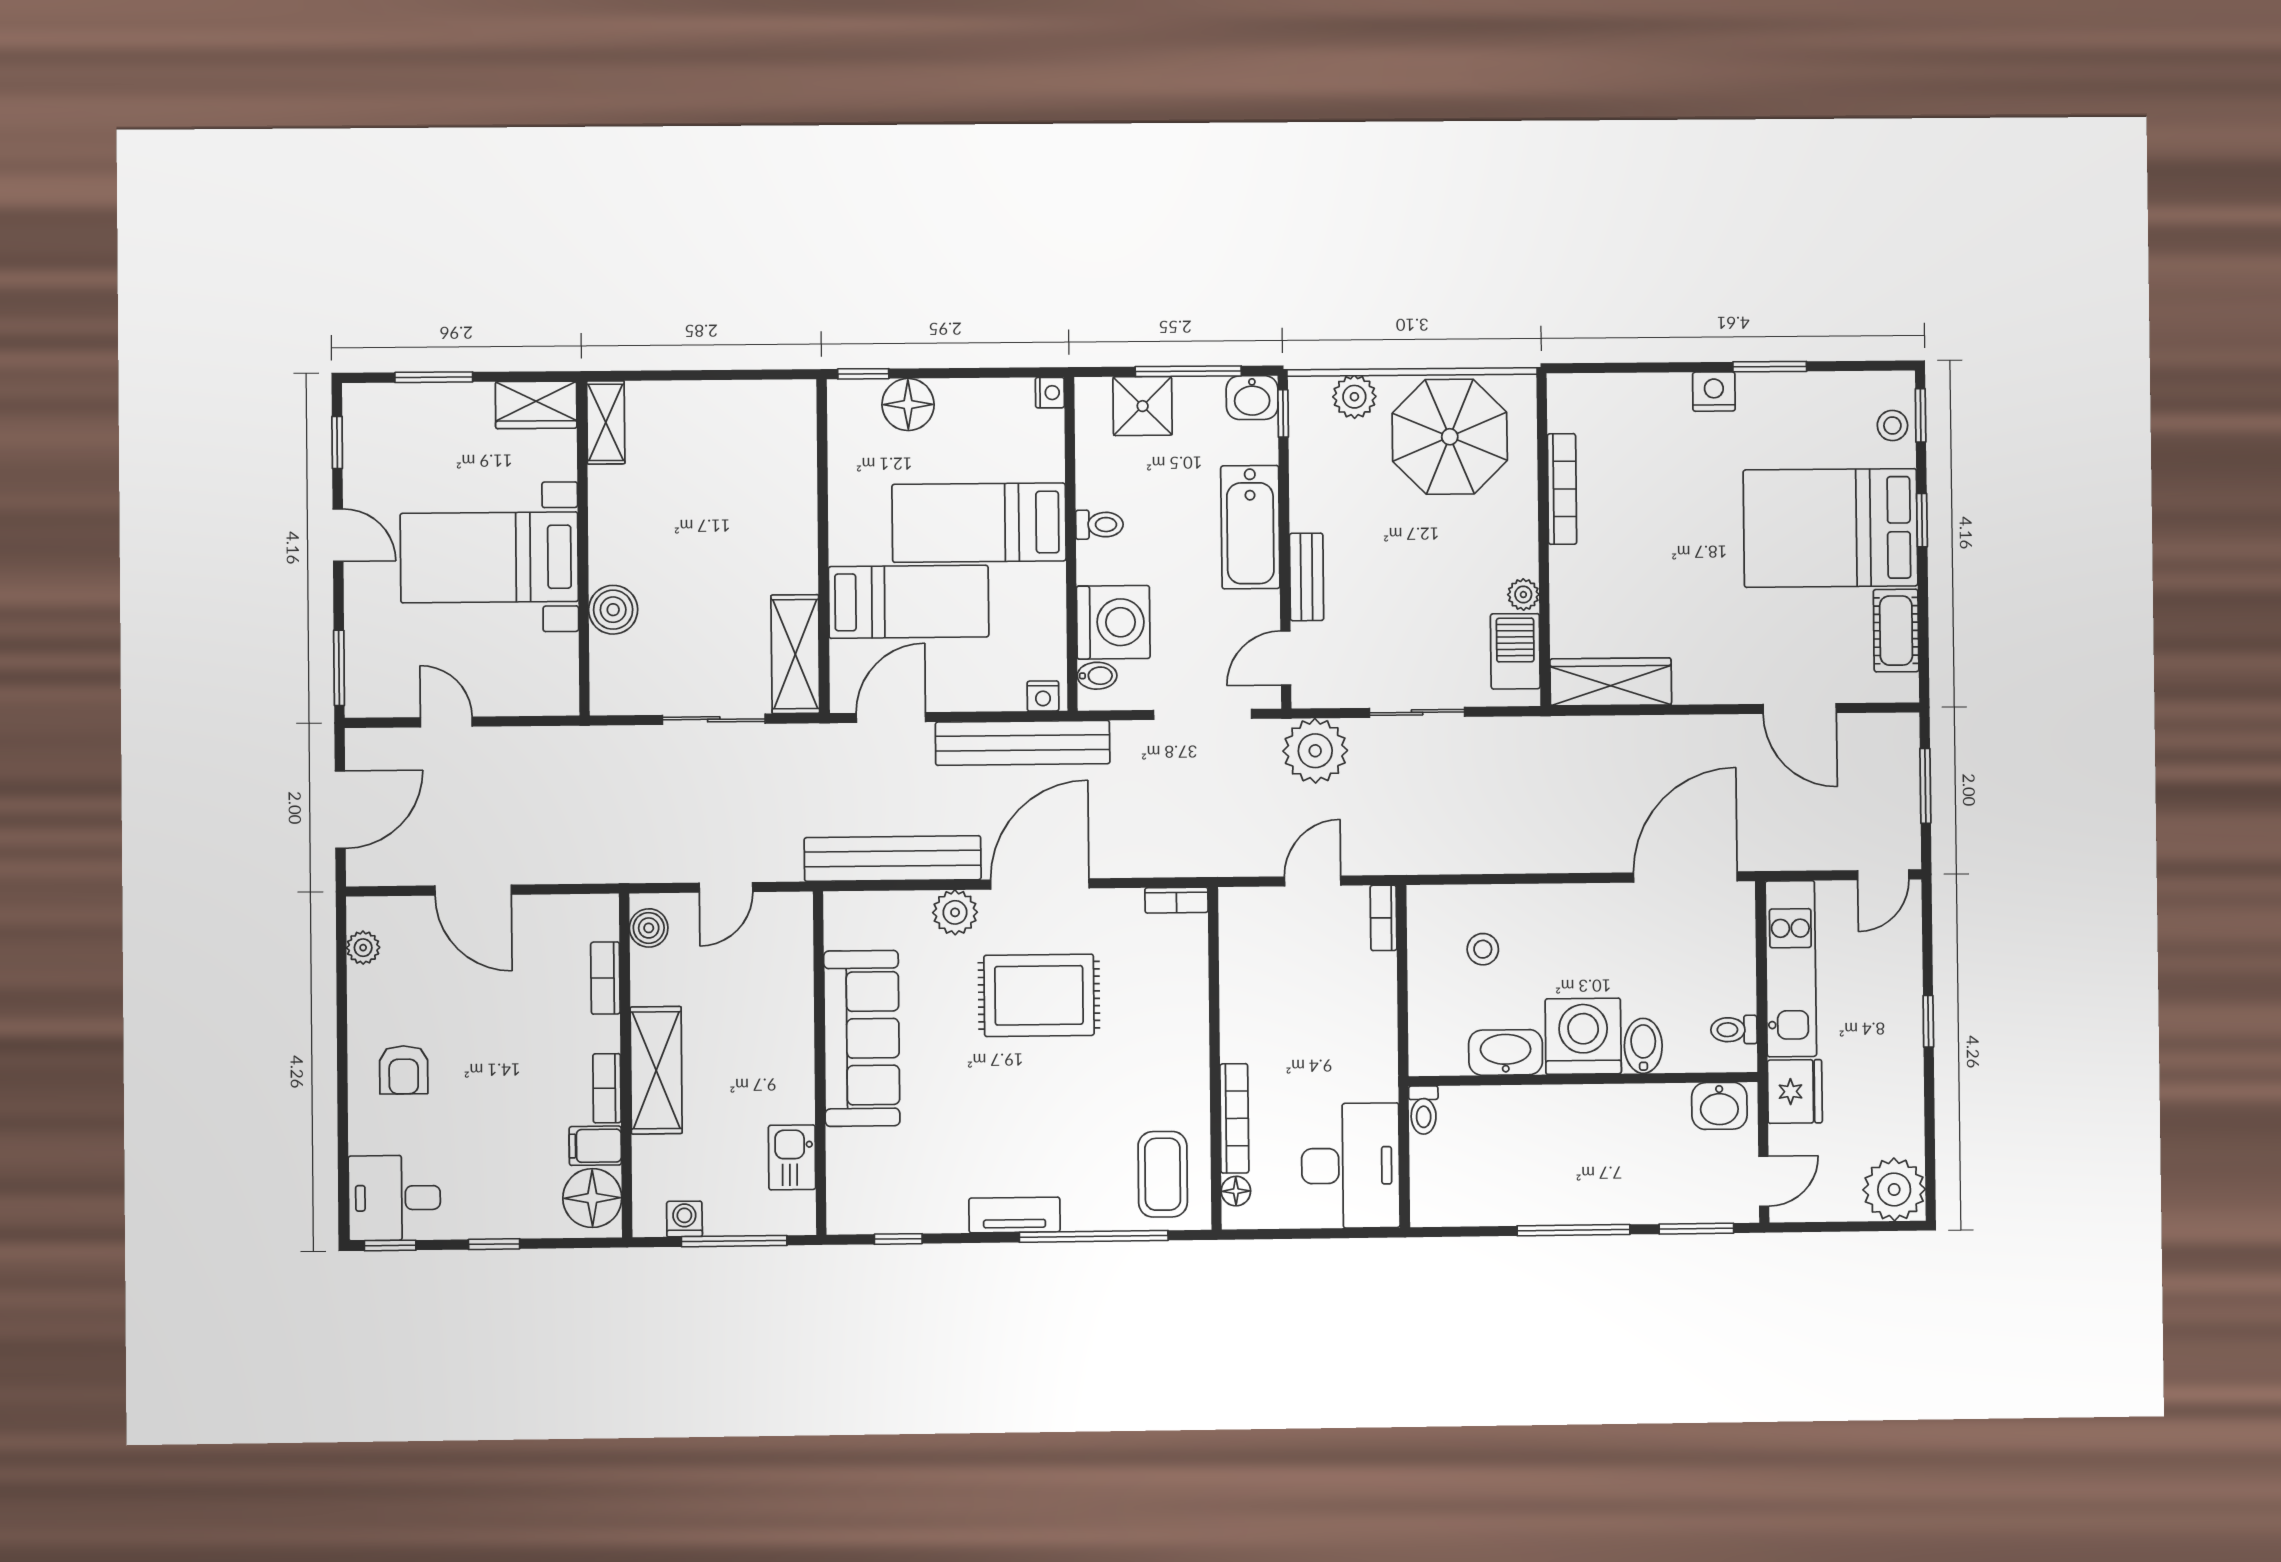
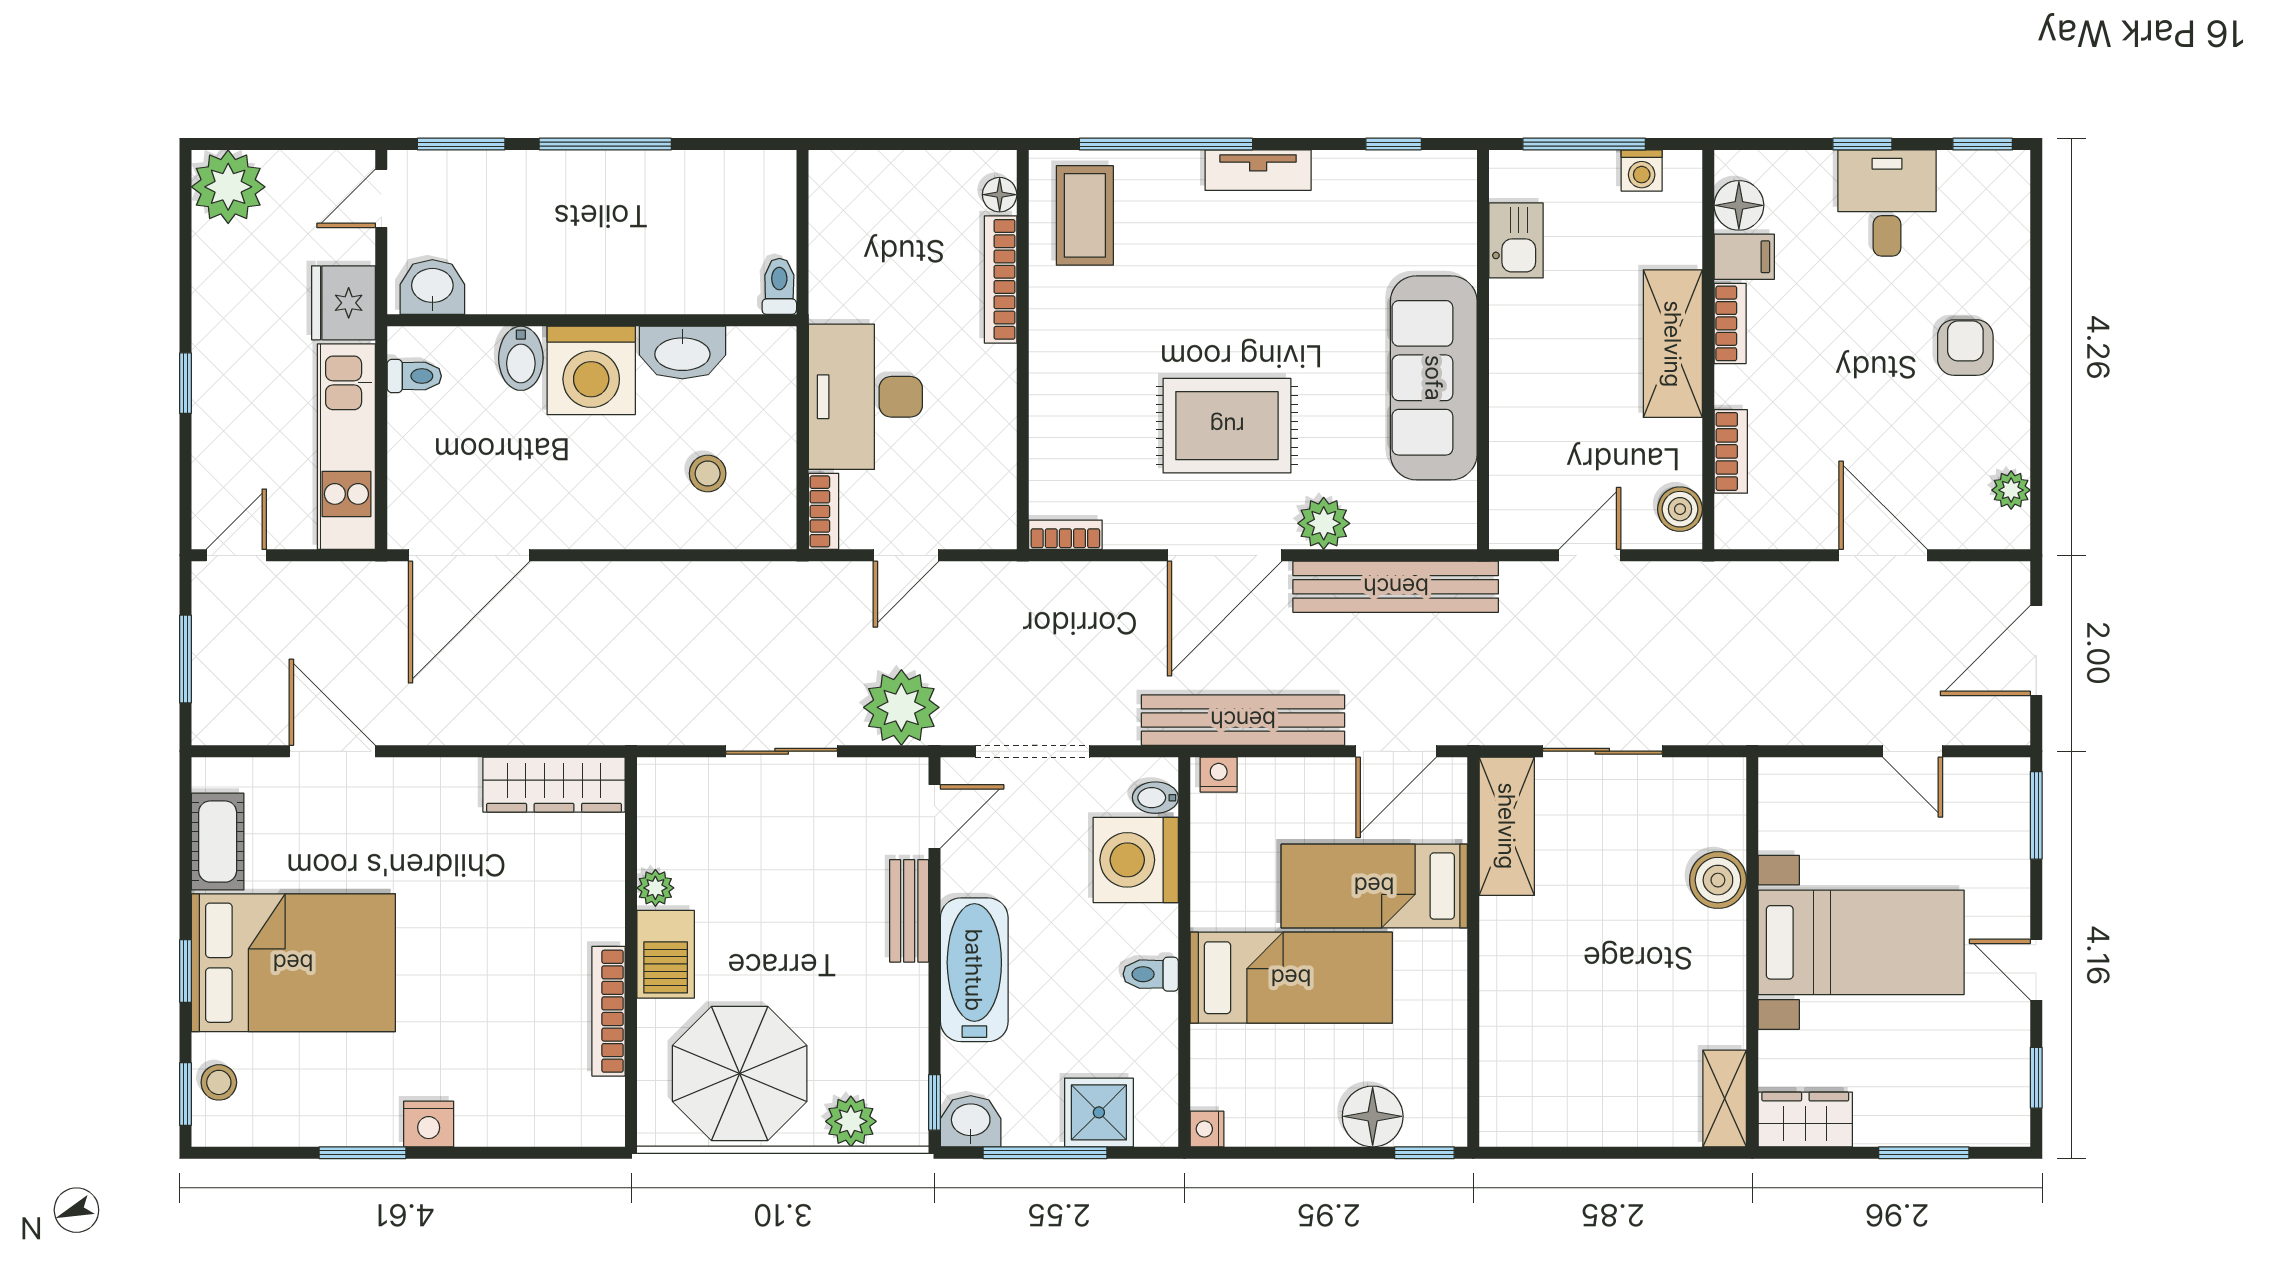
barbecue: (1515, 651) -> (666, 954), moved
desk: (1351, 1166) -> (865, 397), moved
desk: (394, 1198) -> (1887, 203), moved, turned -90
floor lamp: (592, 1198) -> (1739, 205), width x0.73, depth x0.73

